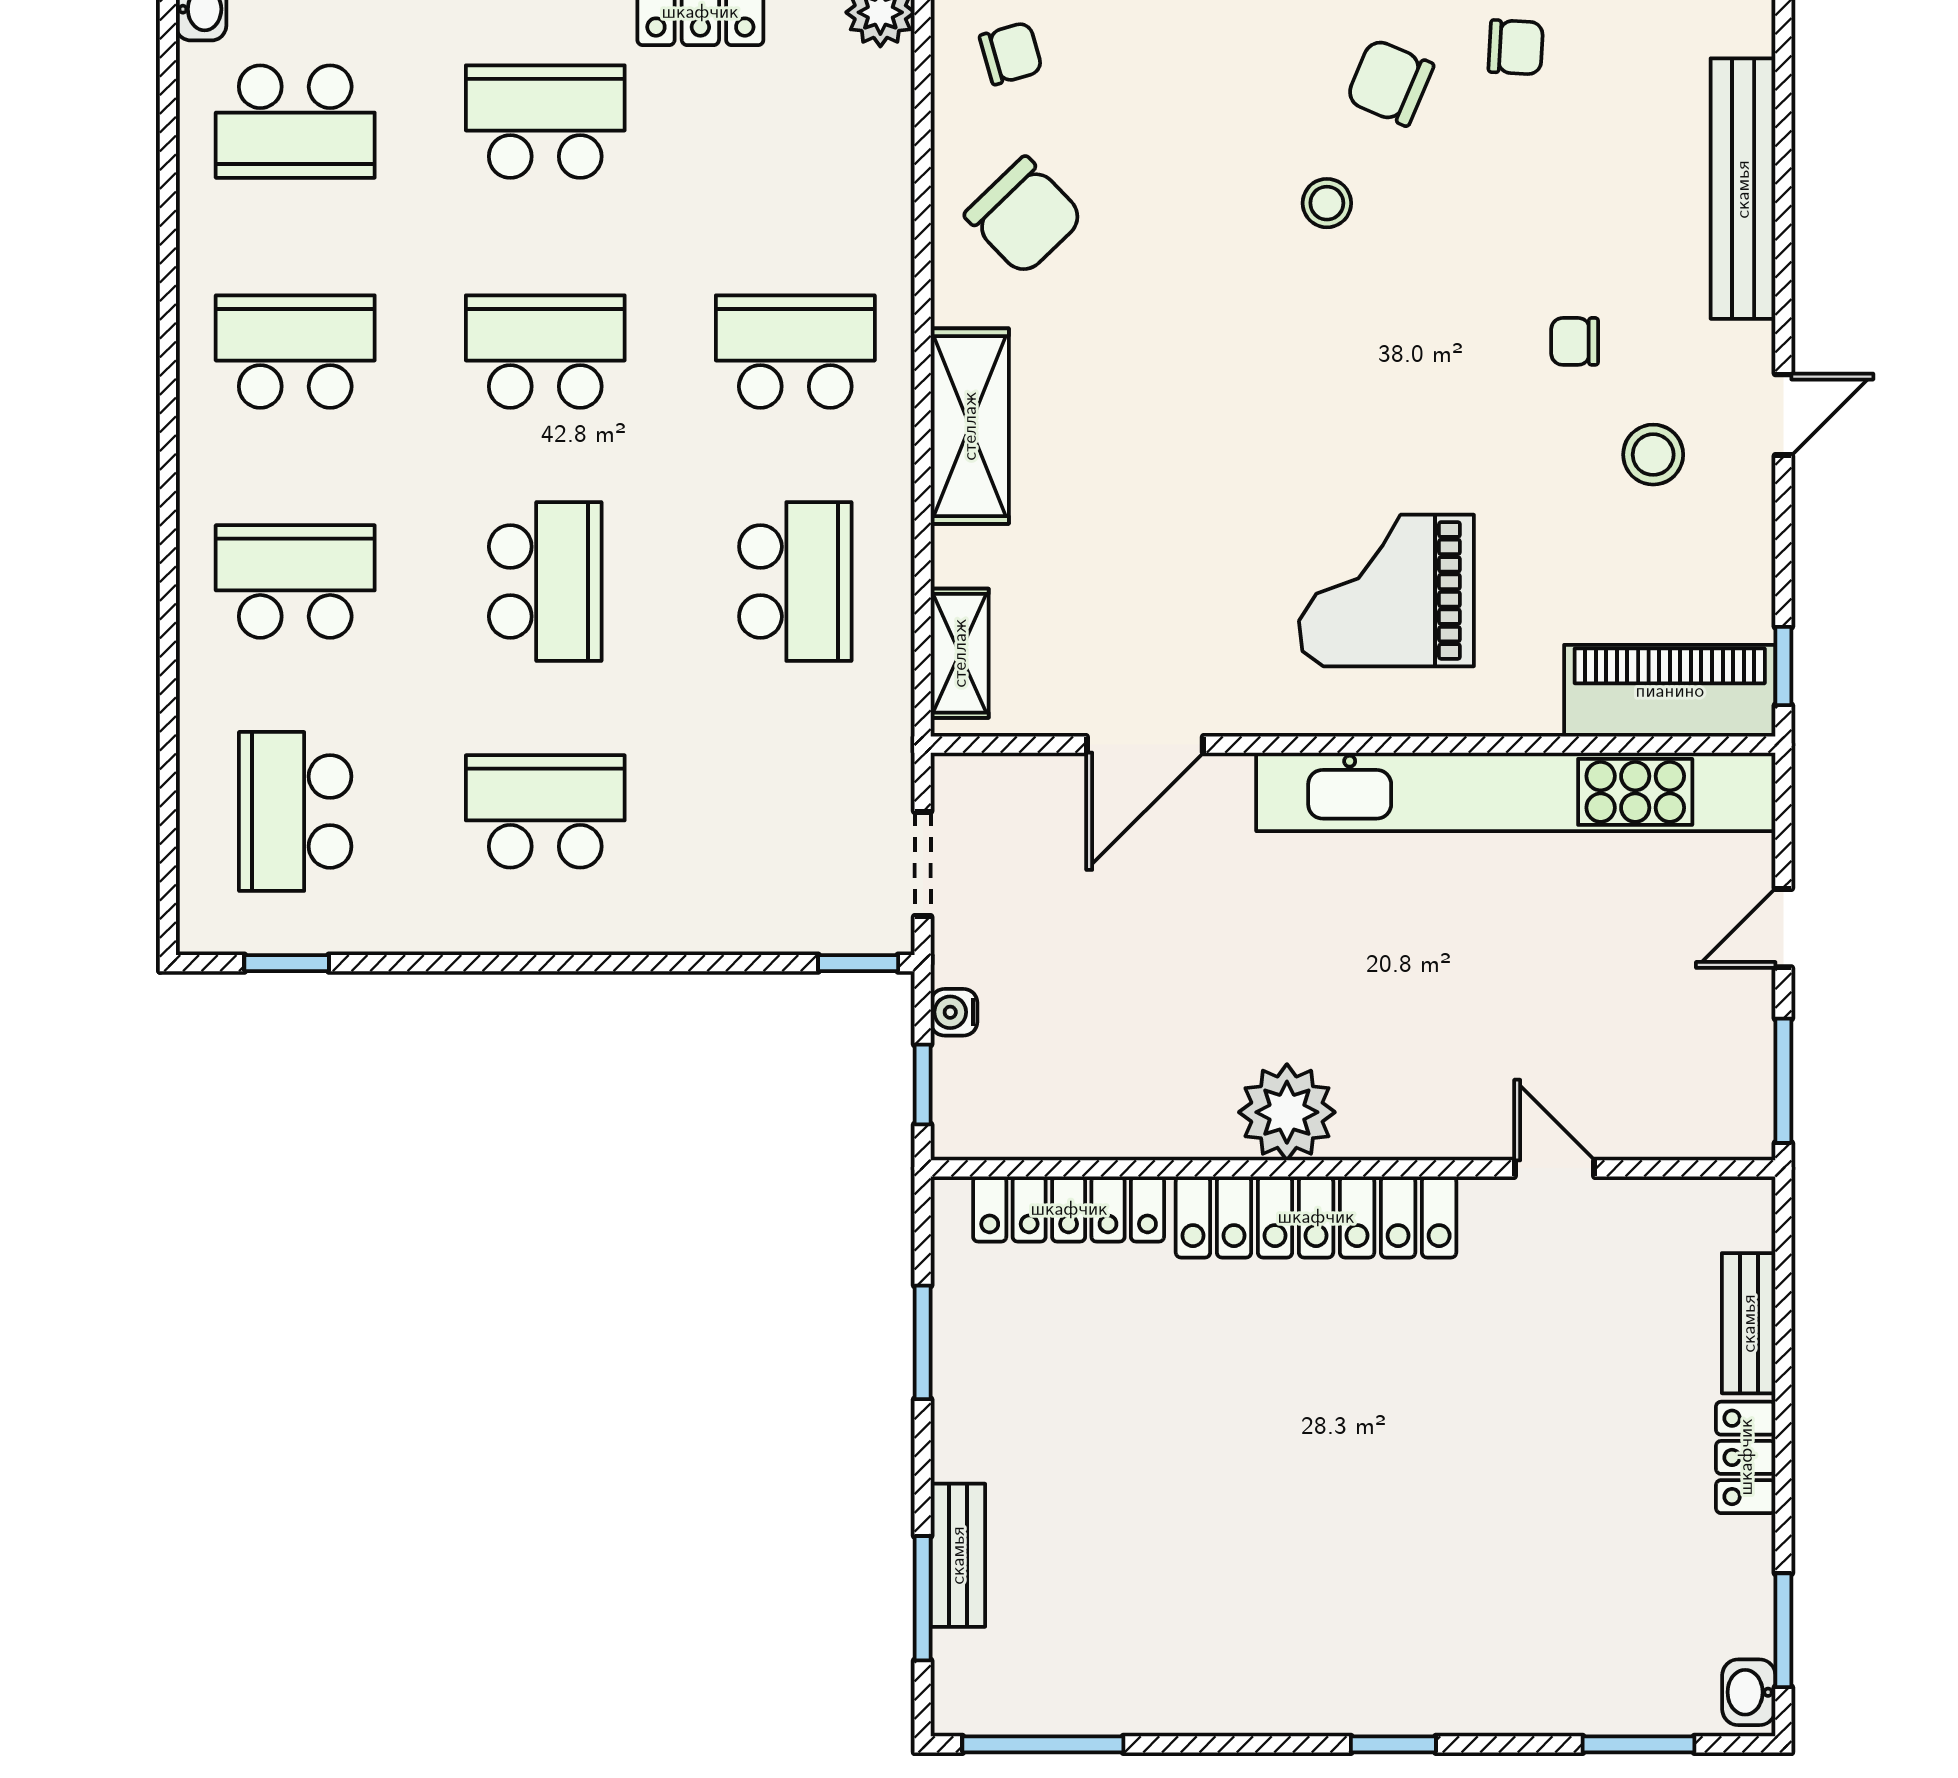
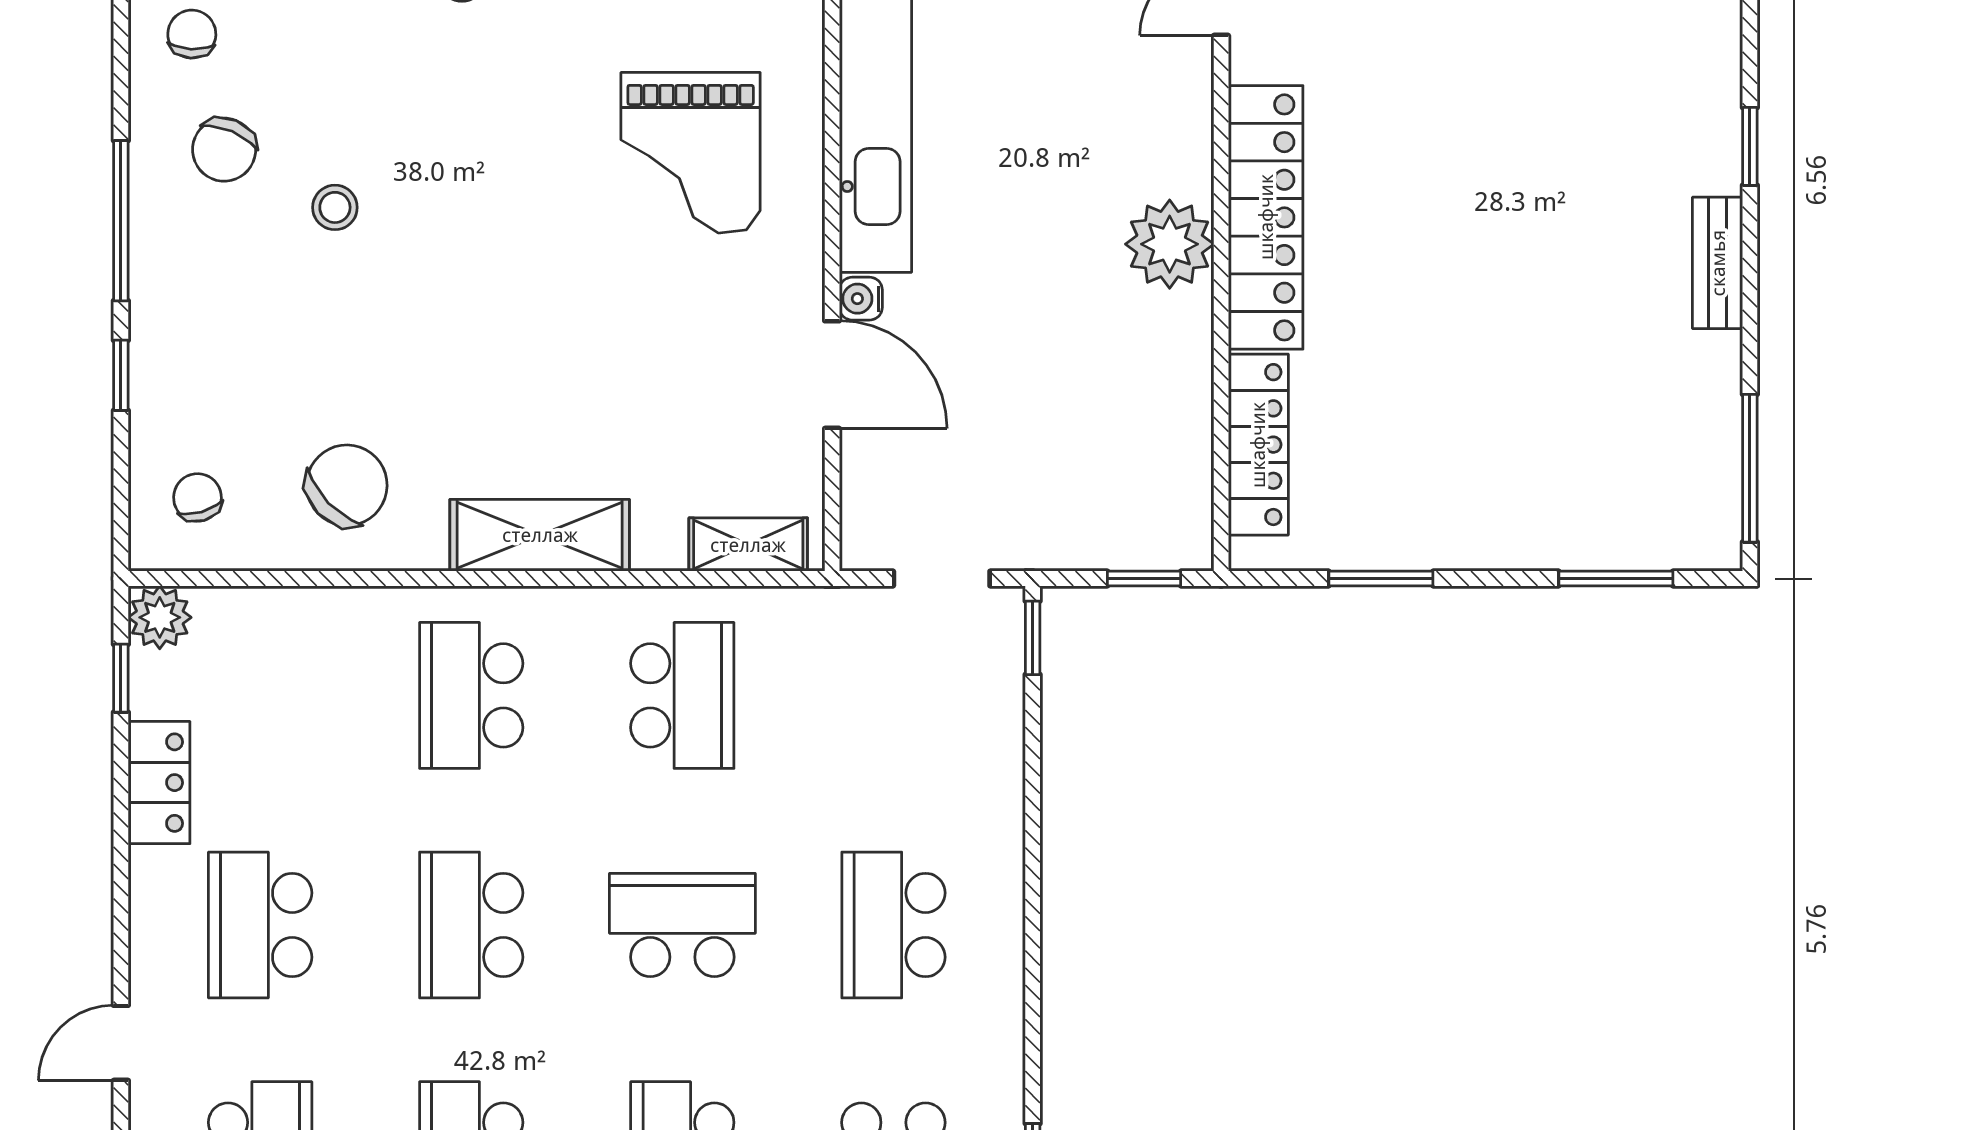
school desk: (795, 581) -> (682, 695), turned 90
water cooler: (954, 1012) -> (861, 299), moved, turned 90
bench: (958, 1555) -> (1718, 263), moved, turned 90

